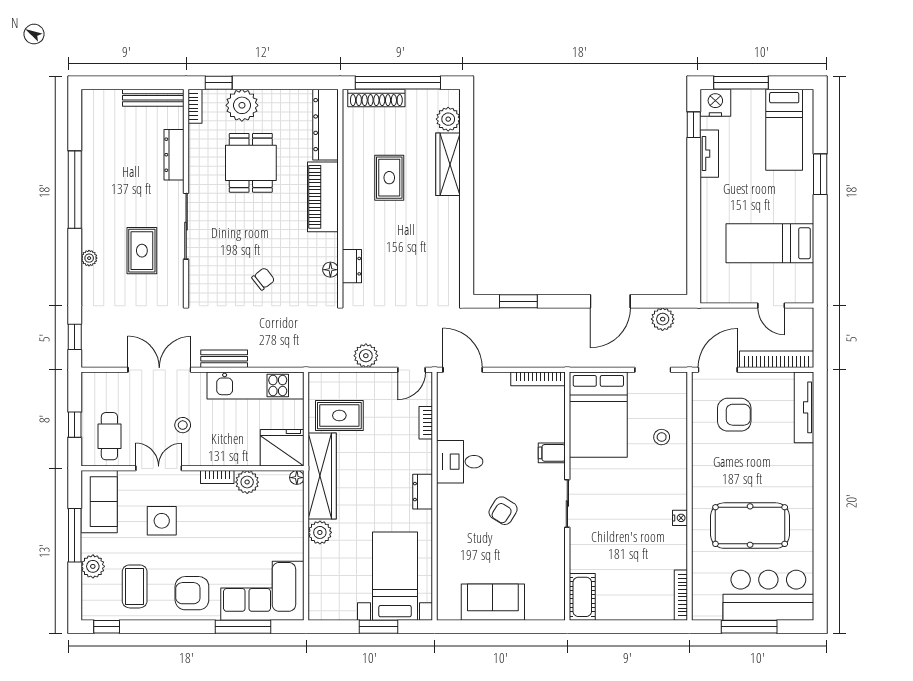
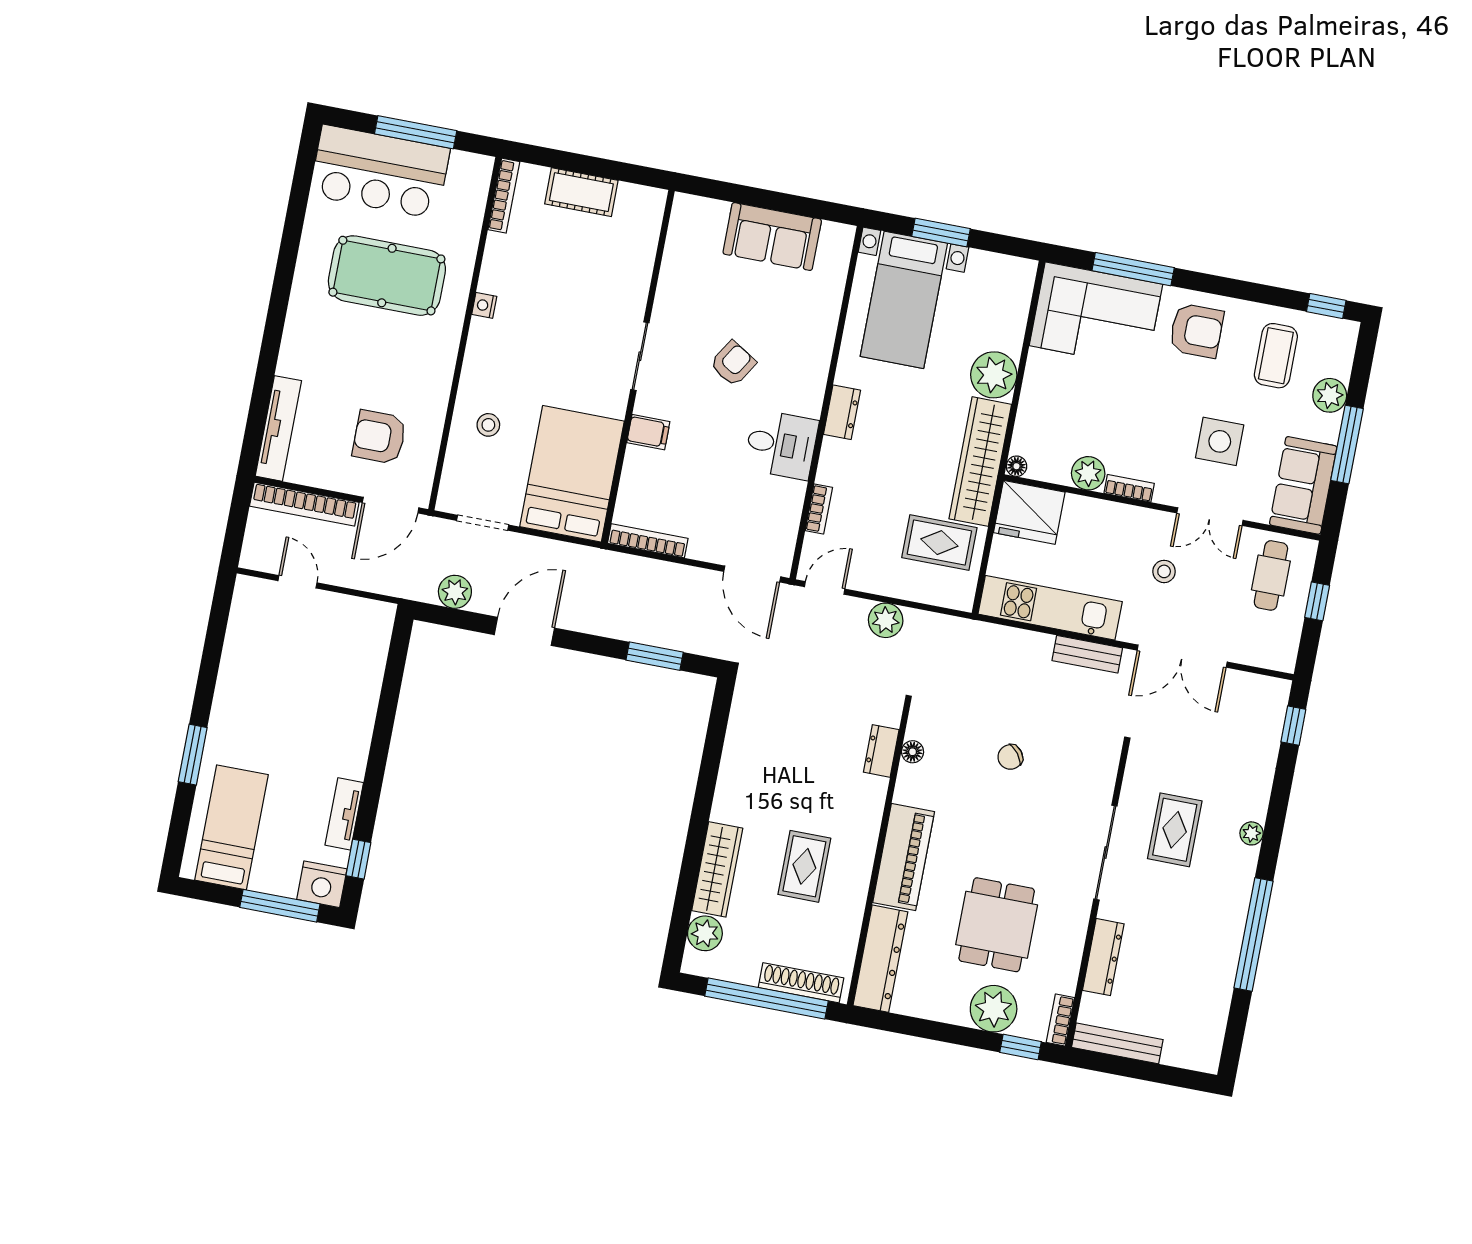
bed: (770, 243) -> (282, 670), removed
plant: (320, 532) -> (994, 375), width x1.36, depth x1.36
cot: (582, 597) -> (581, 192), moved, turned 90

